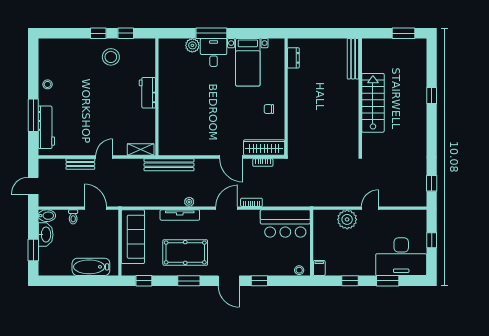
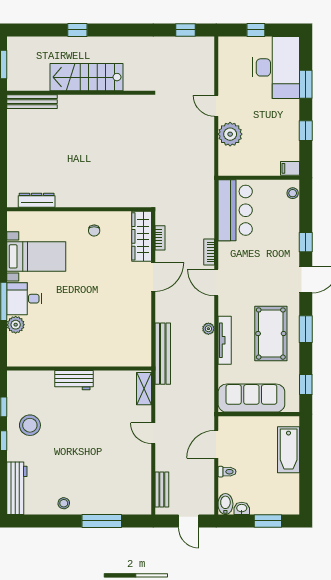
dresser: (293, 58) -> (37, 200), width x1.44
bench: (353, 59) -> (32, 102), moved
wall: (360, 97) -> (79, 93), moved
stairs: (373, 103) -> (86, 77), moved
workbench: (46, 127) -> (17, 488), moved, turned 90
bench: (80, 164) -> (162, 490), moved
washbasin: (46, 235) -> (242, 508), width x0.52, depth x0.69

